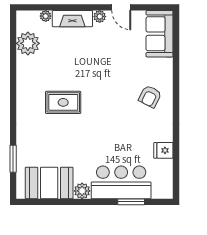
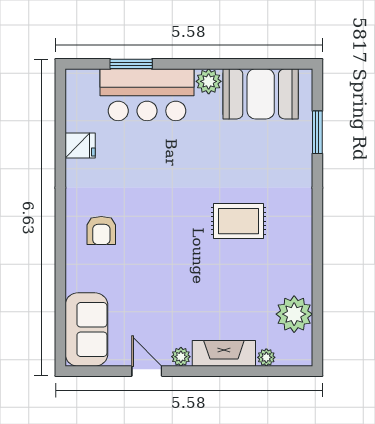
armchair: (150, 96) -> (101, 230), turned 153

